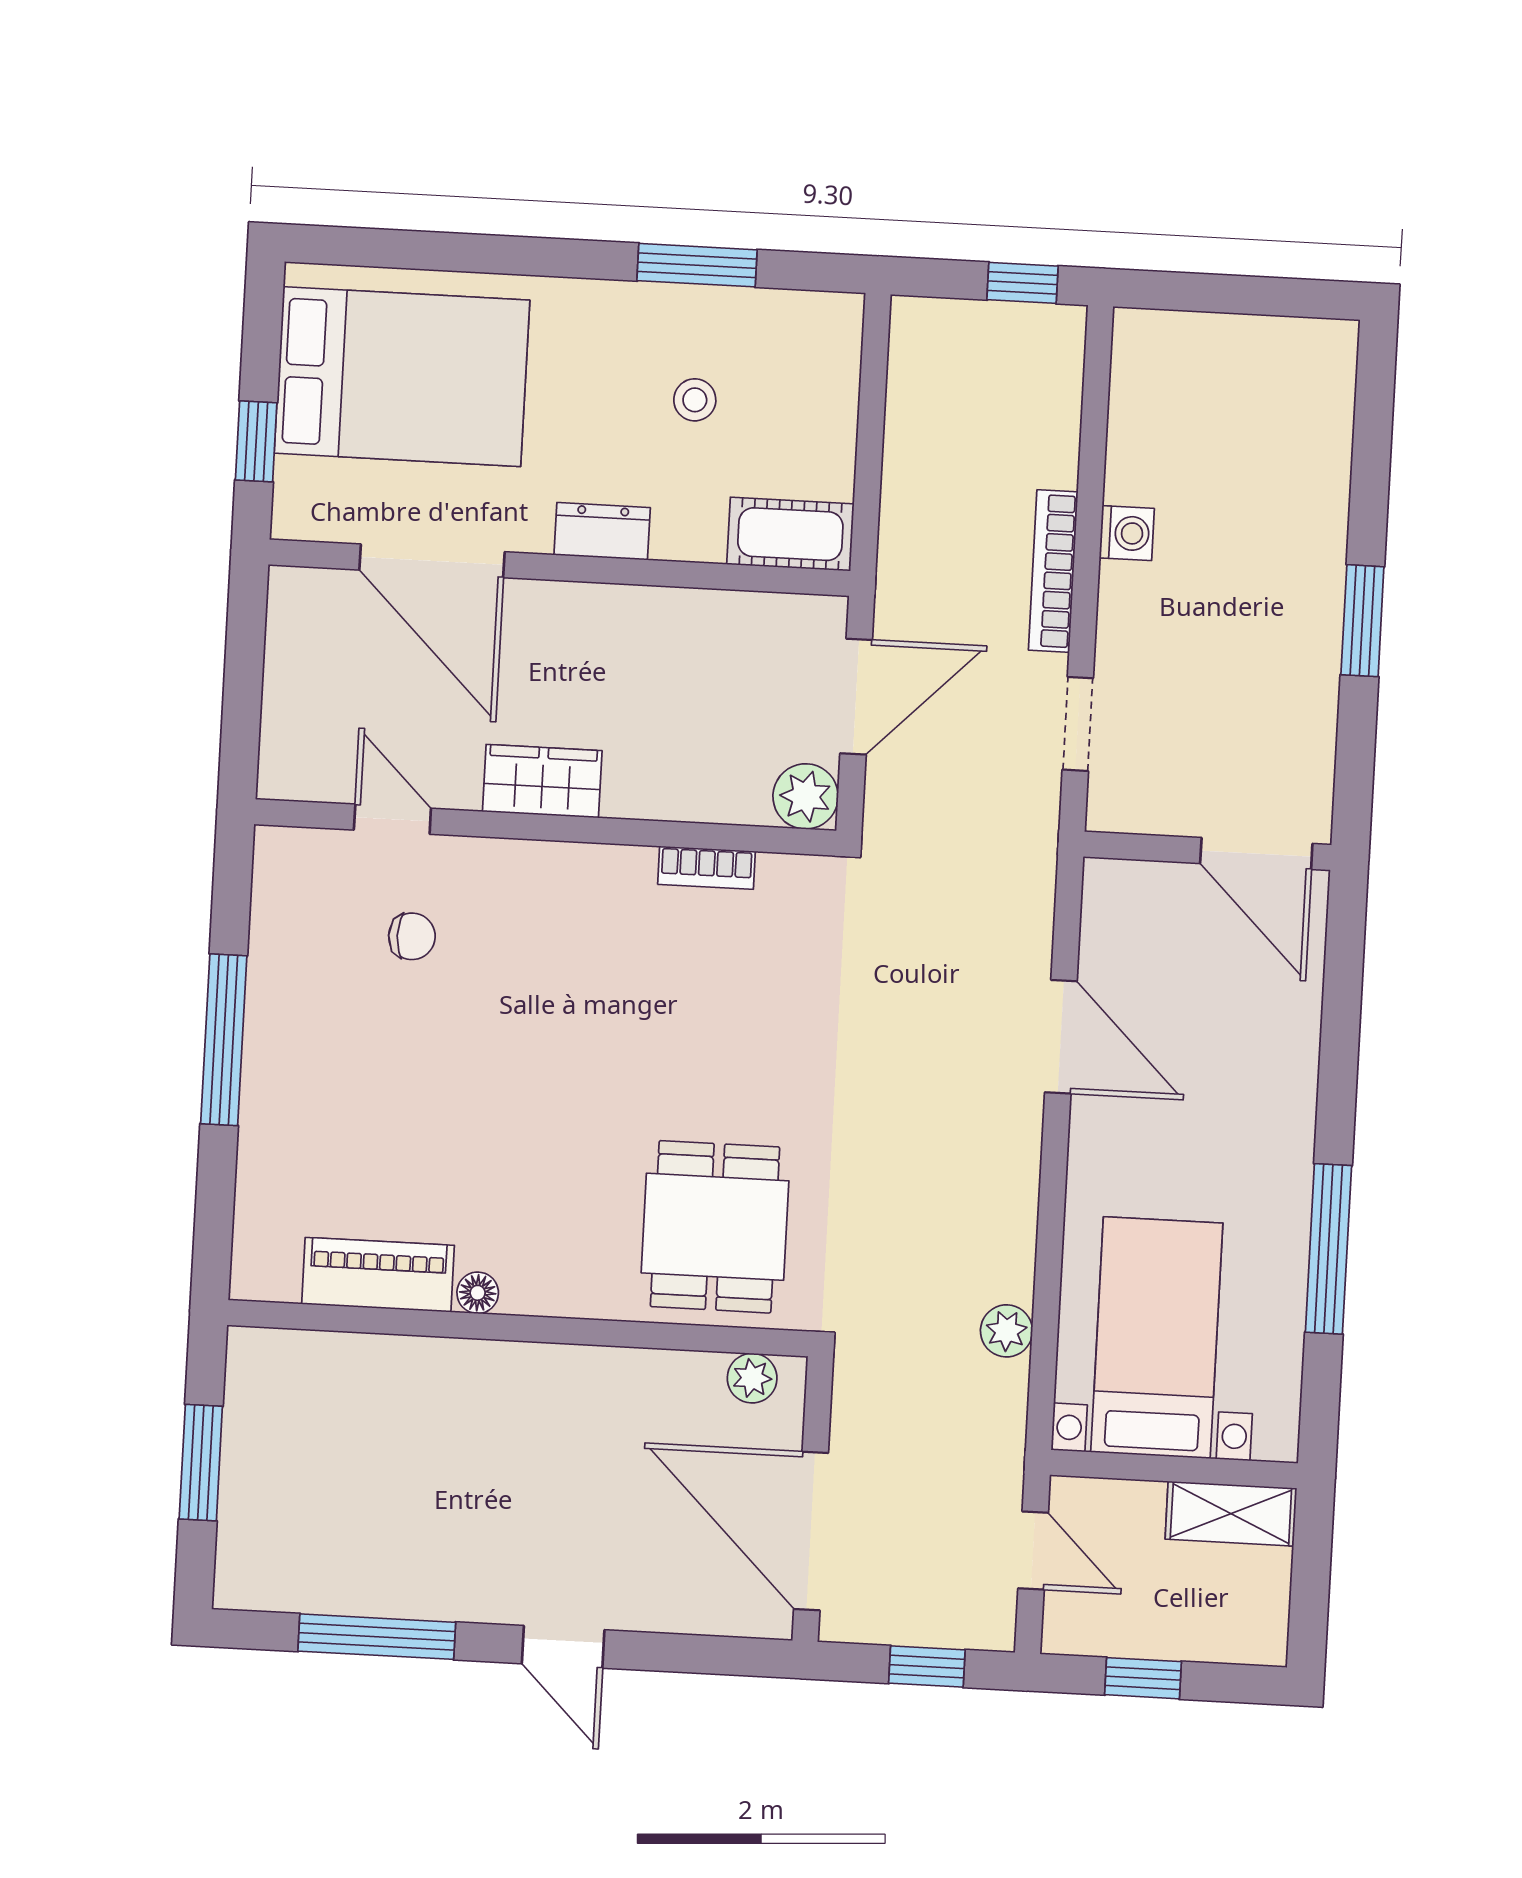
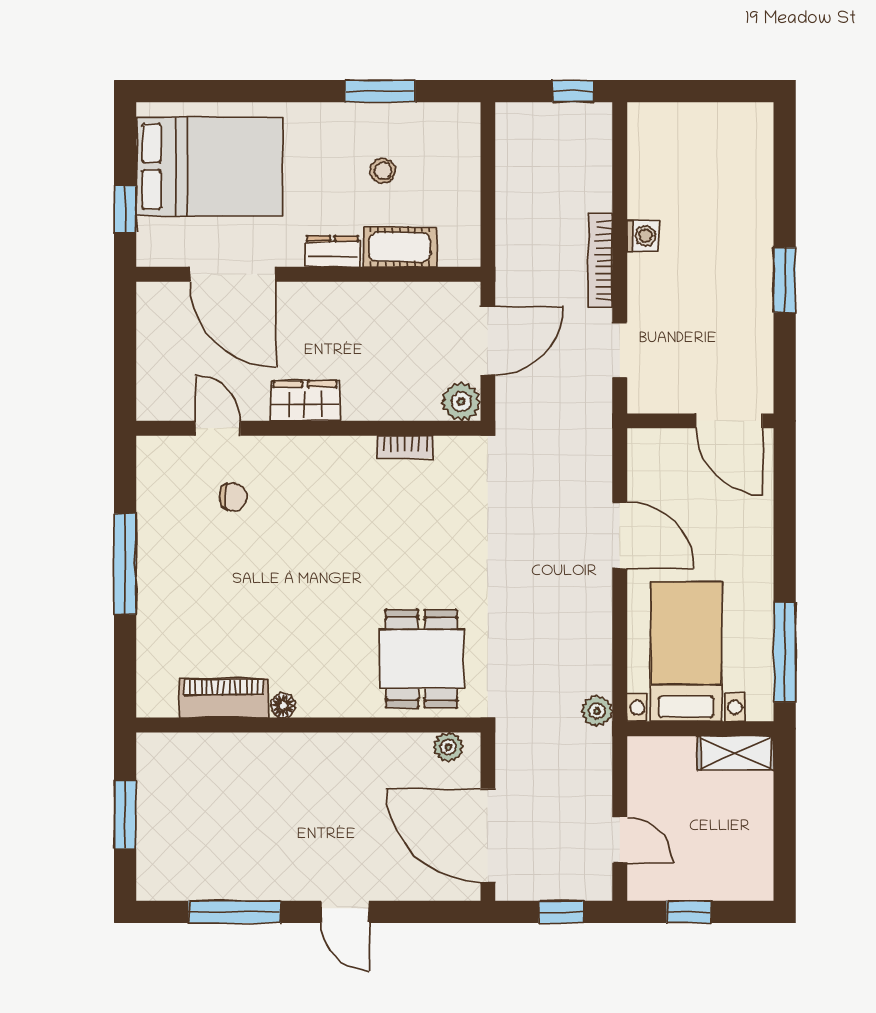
cot: (790, 534) -> (400, 247), moved
bed with nightstands: (1157, 1338) -> (686, 652), moved
wall: (1174, 1469) -> (700, 729), moved
shelving: (1231, 1514) -> (736, 753), moved

